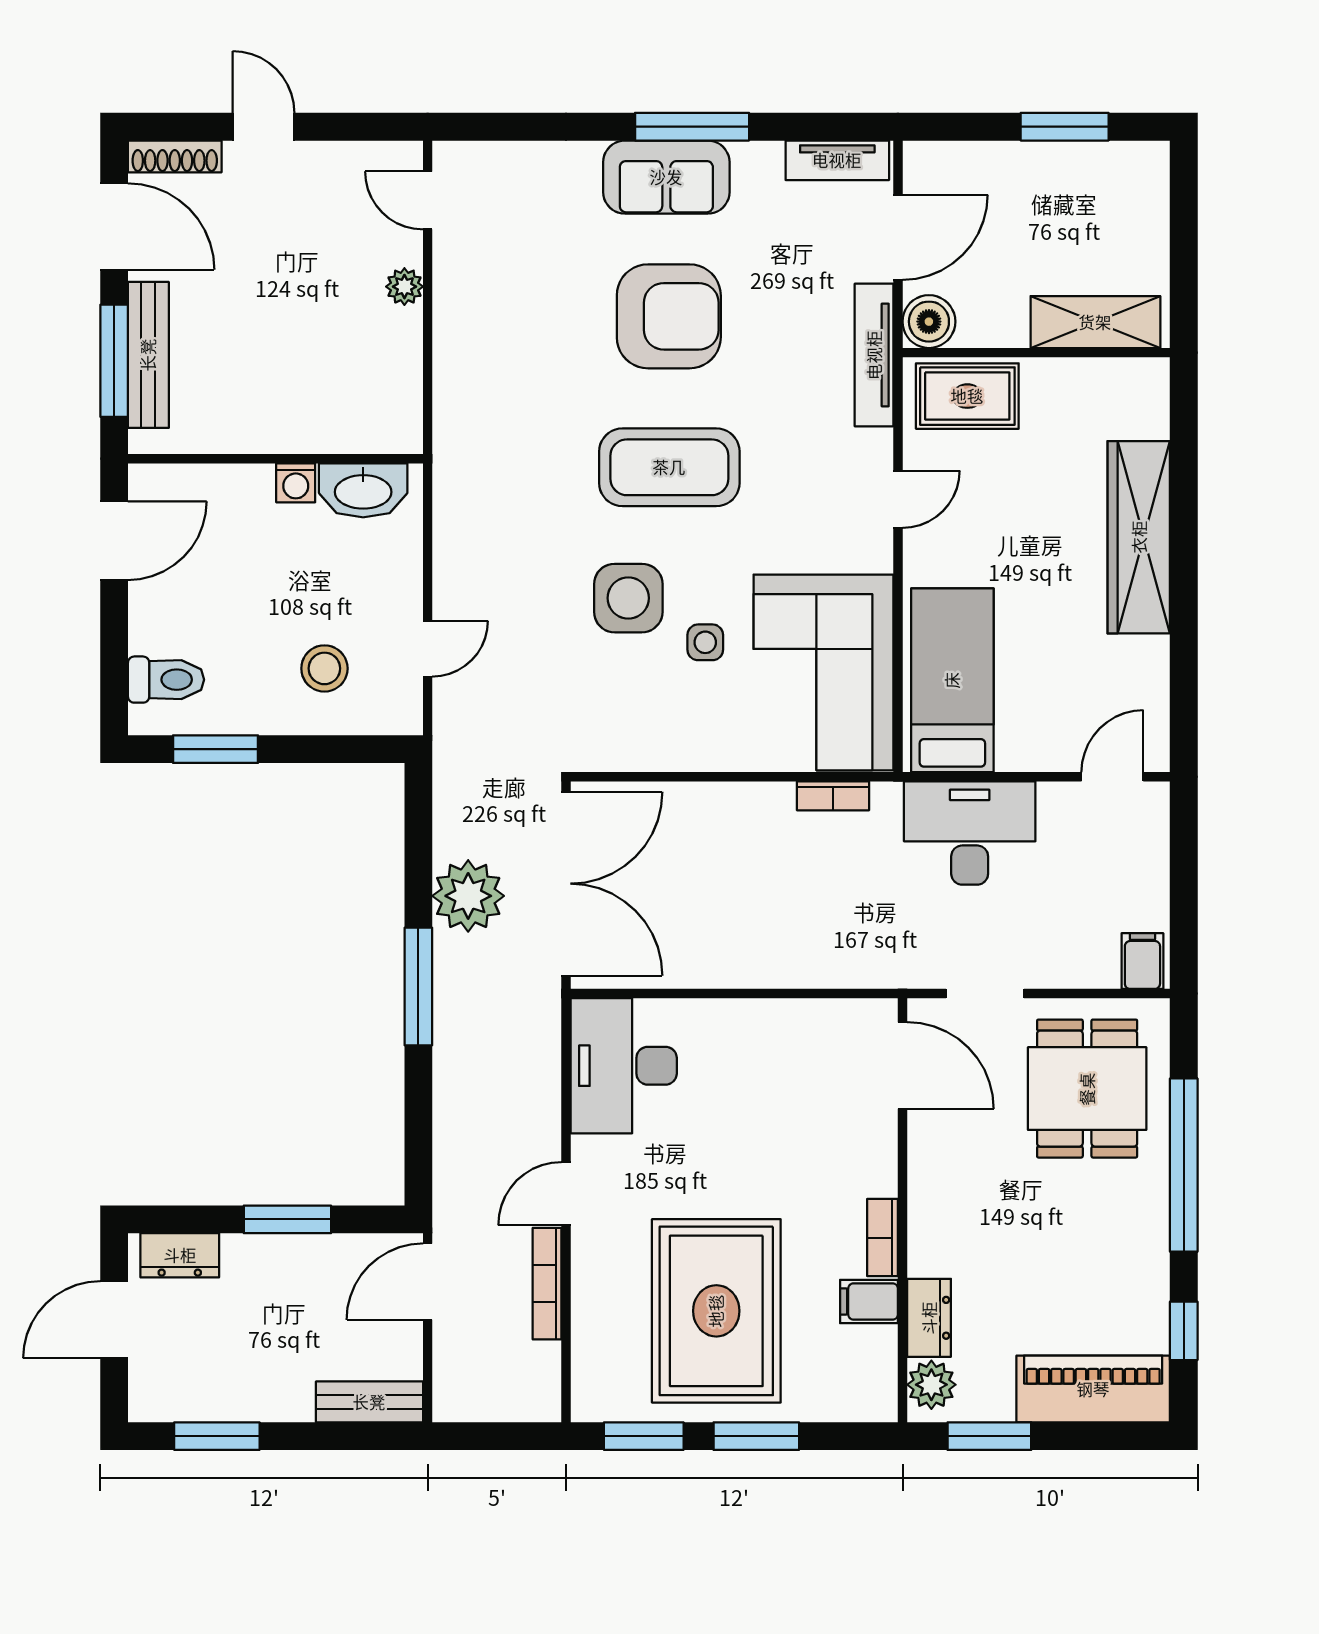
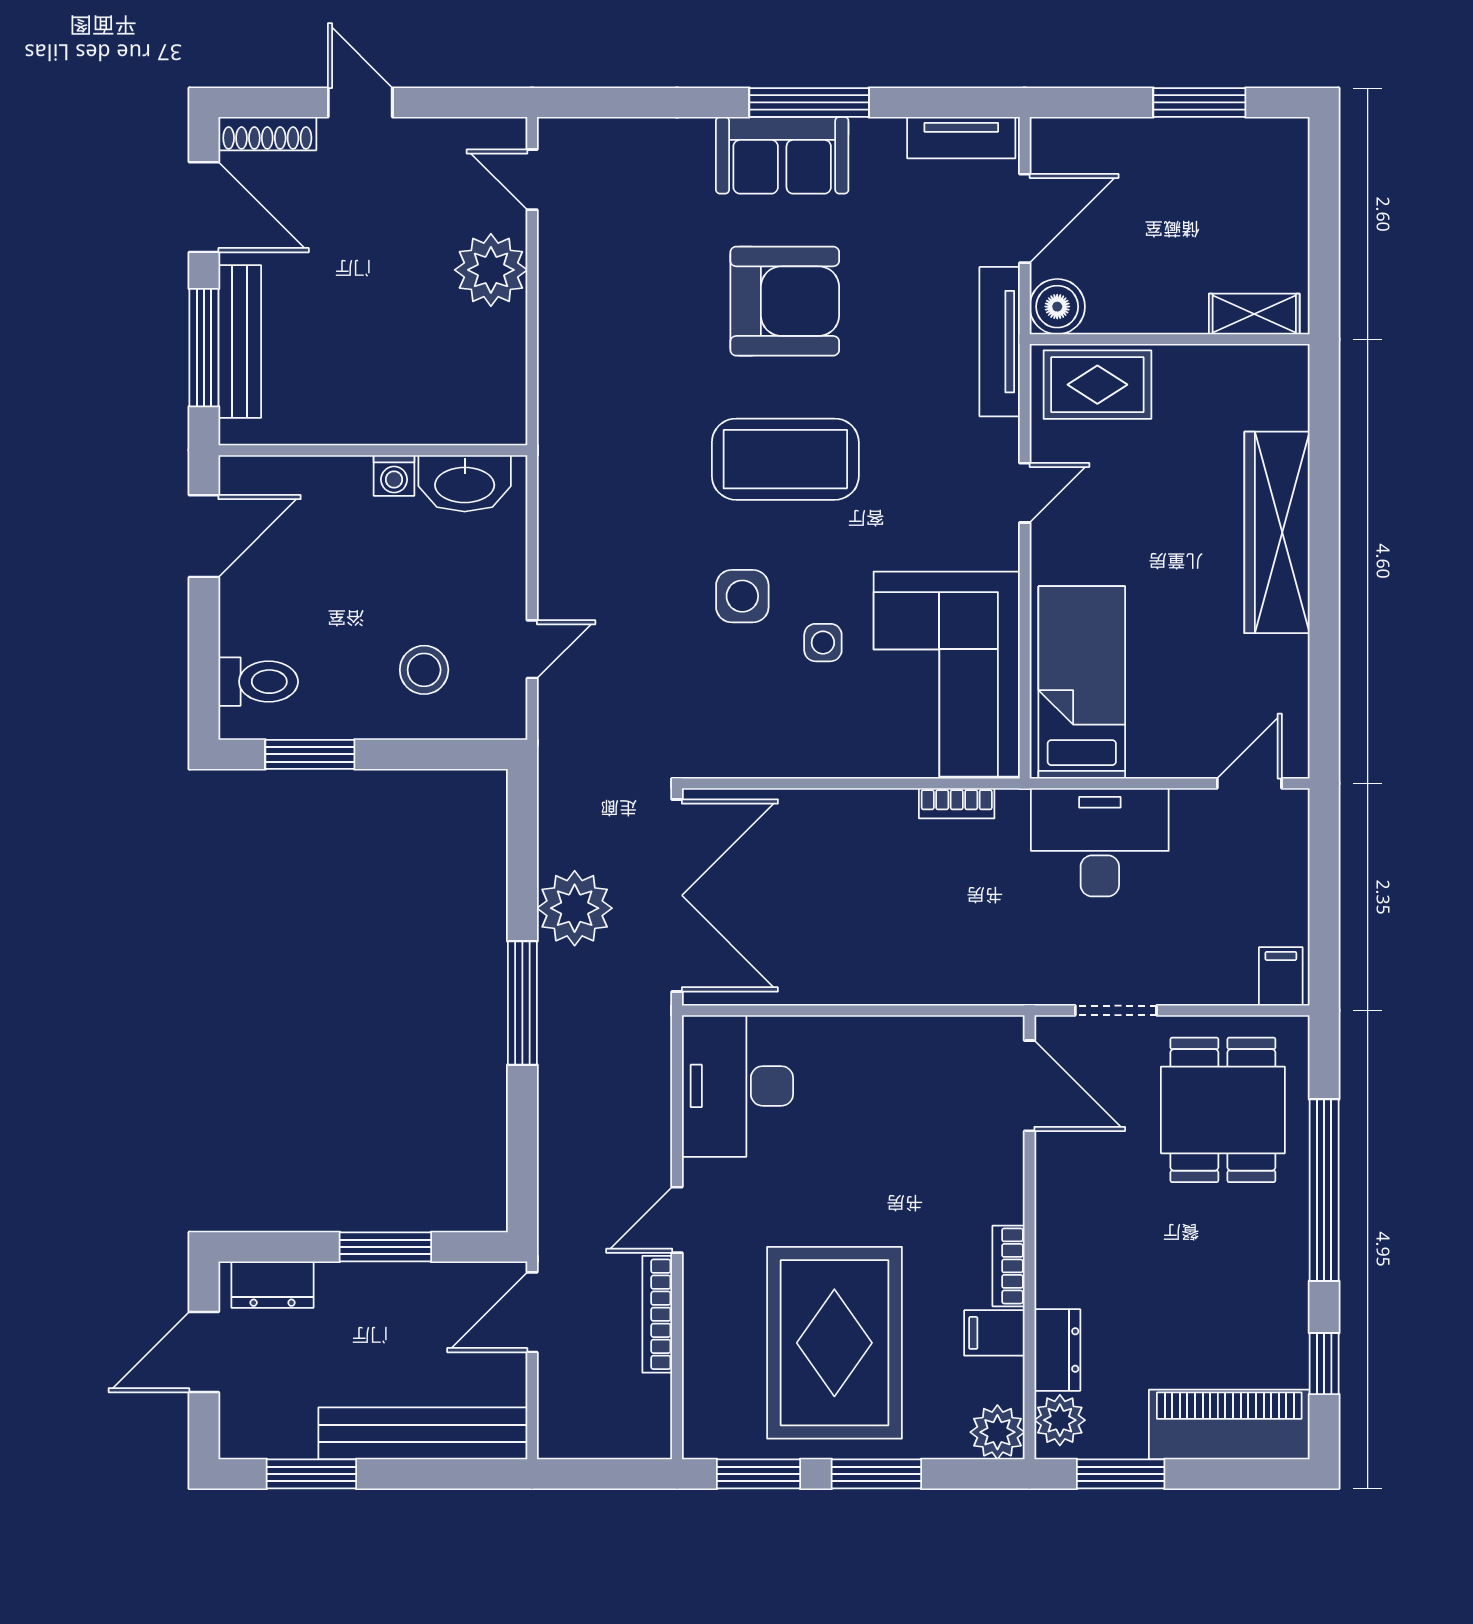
plant: (404, 287) -> (491, 270), width x1.87, depth x1.87
shelving: (1095, 322) -> (1254, 314), width x0.67, depth x0.75
side table: (628, 598) -> (742, 596), width x0.73, depth x0.73
plant: (872, 1396) -> (997, 1432), added
bench: (369, 1402) -> (423, 1433), width x1.86, depth x1.21

